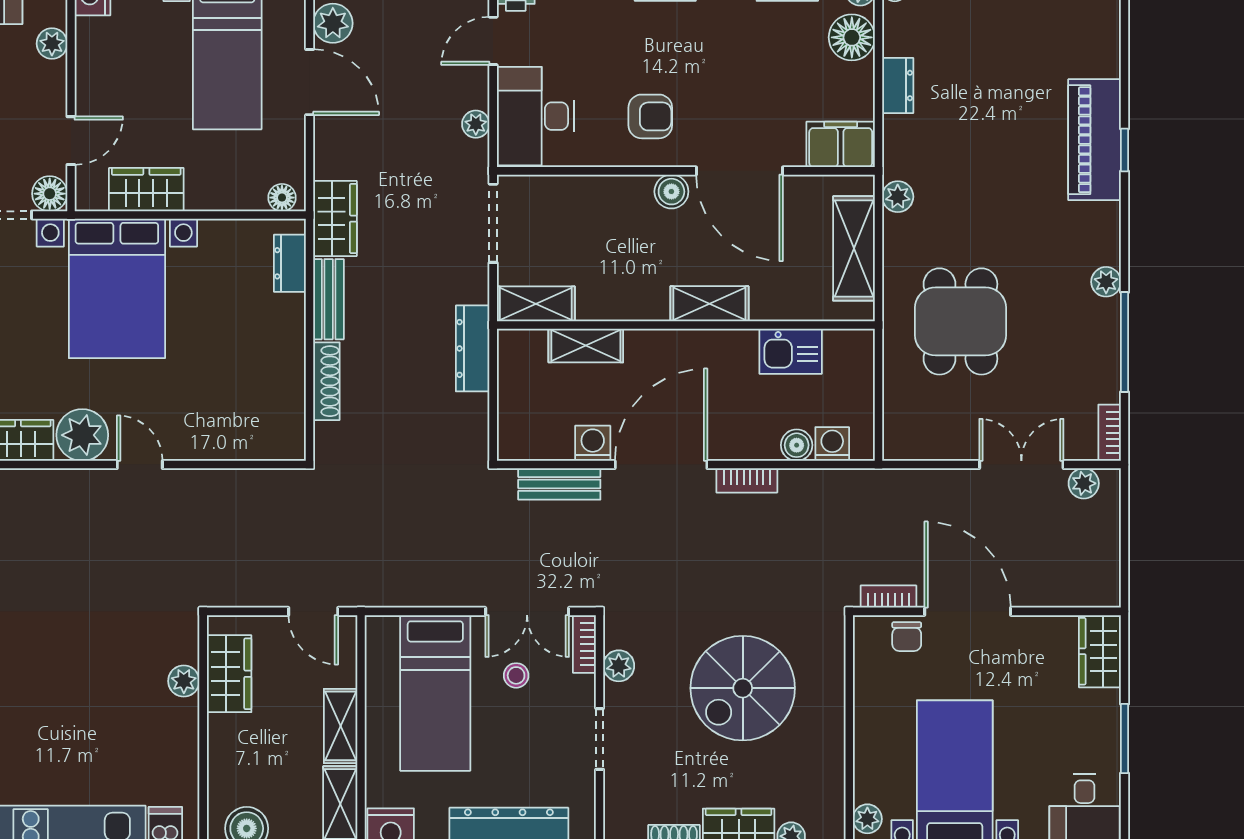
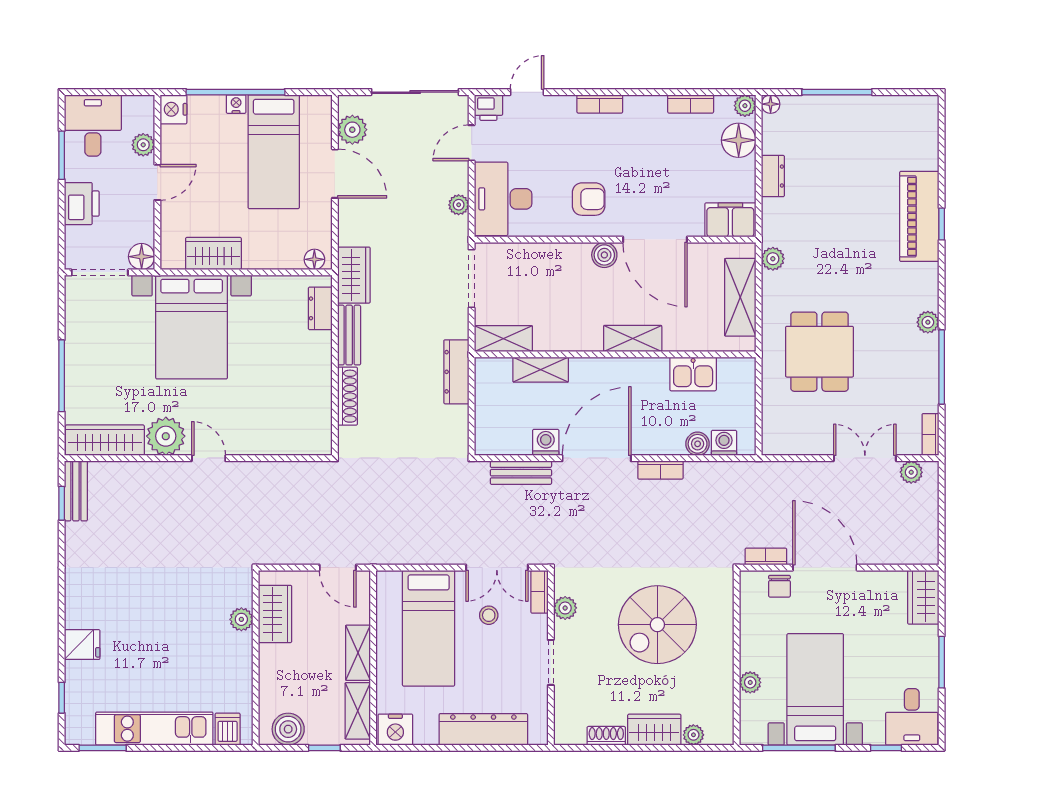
door: (71, 141) -> (157, 182), moved
plant: (867, 819) -> (750, 682), moved

